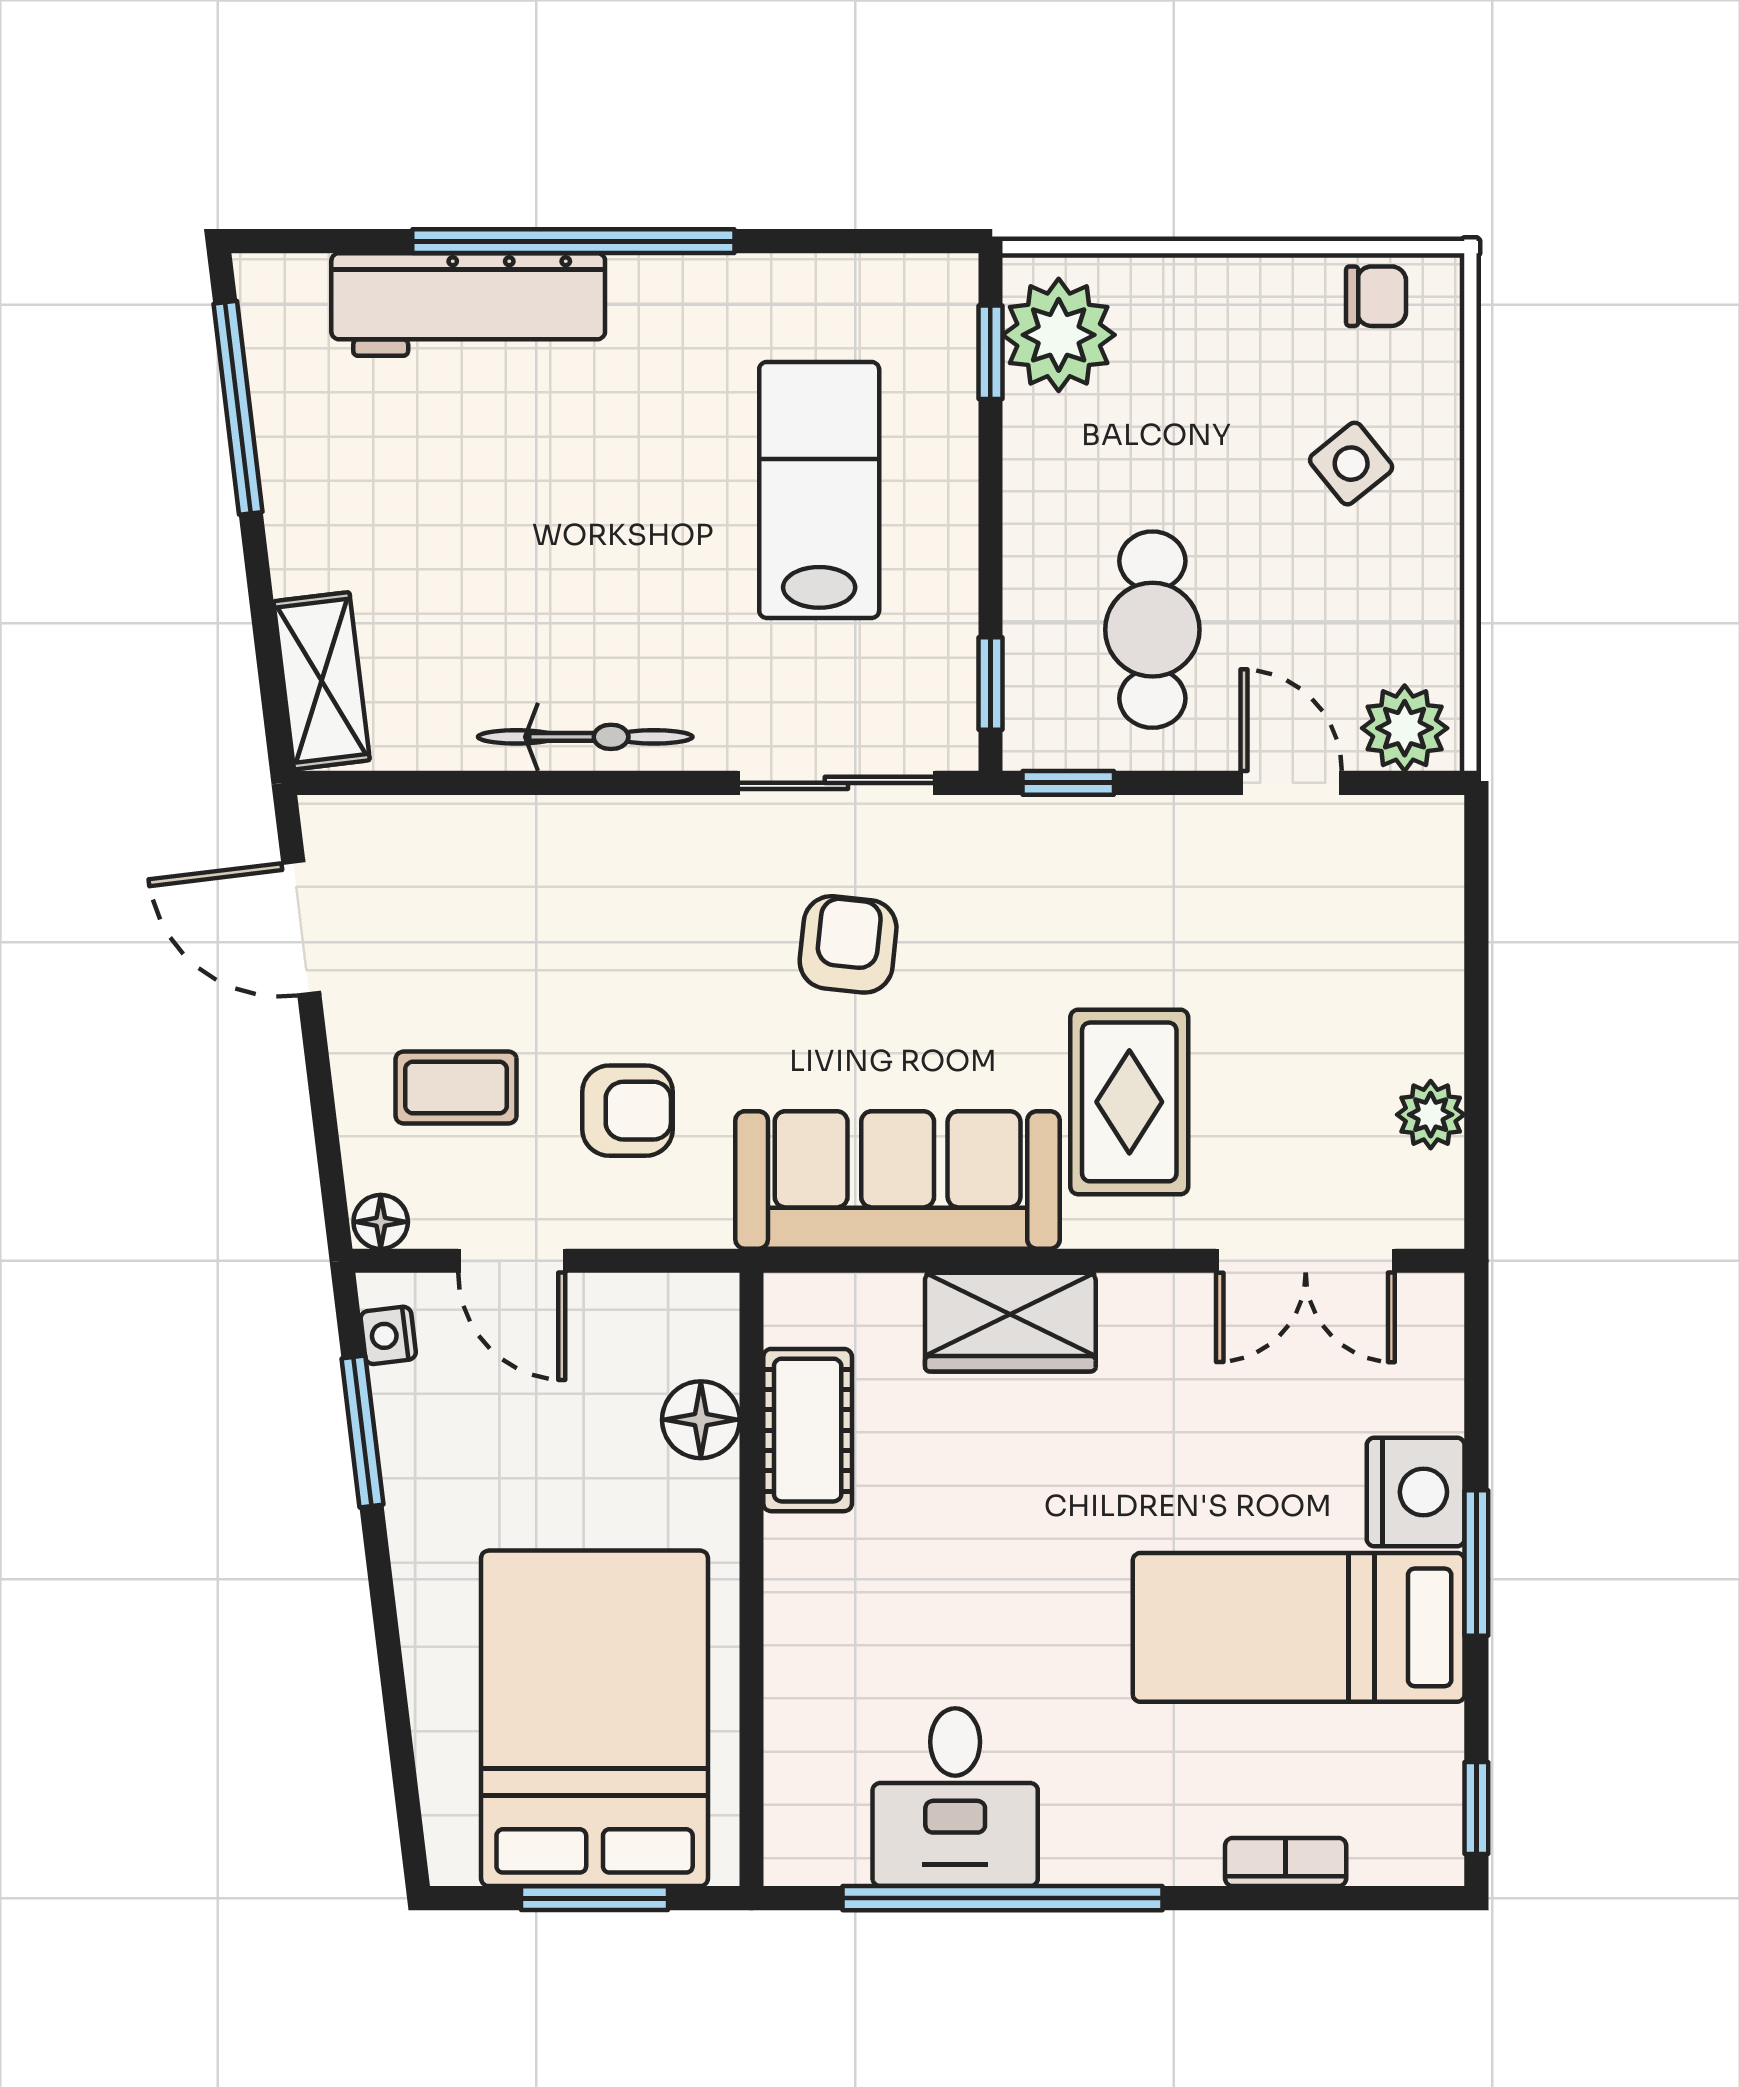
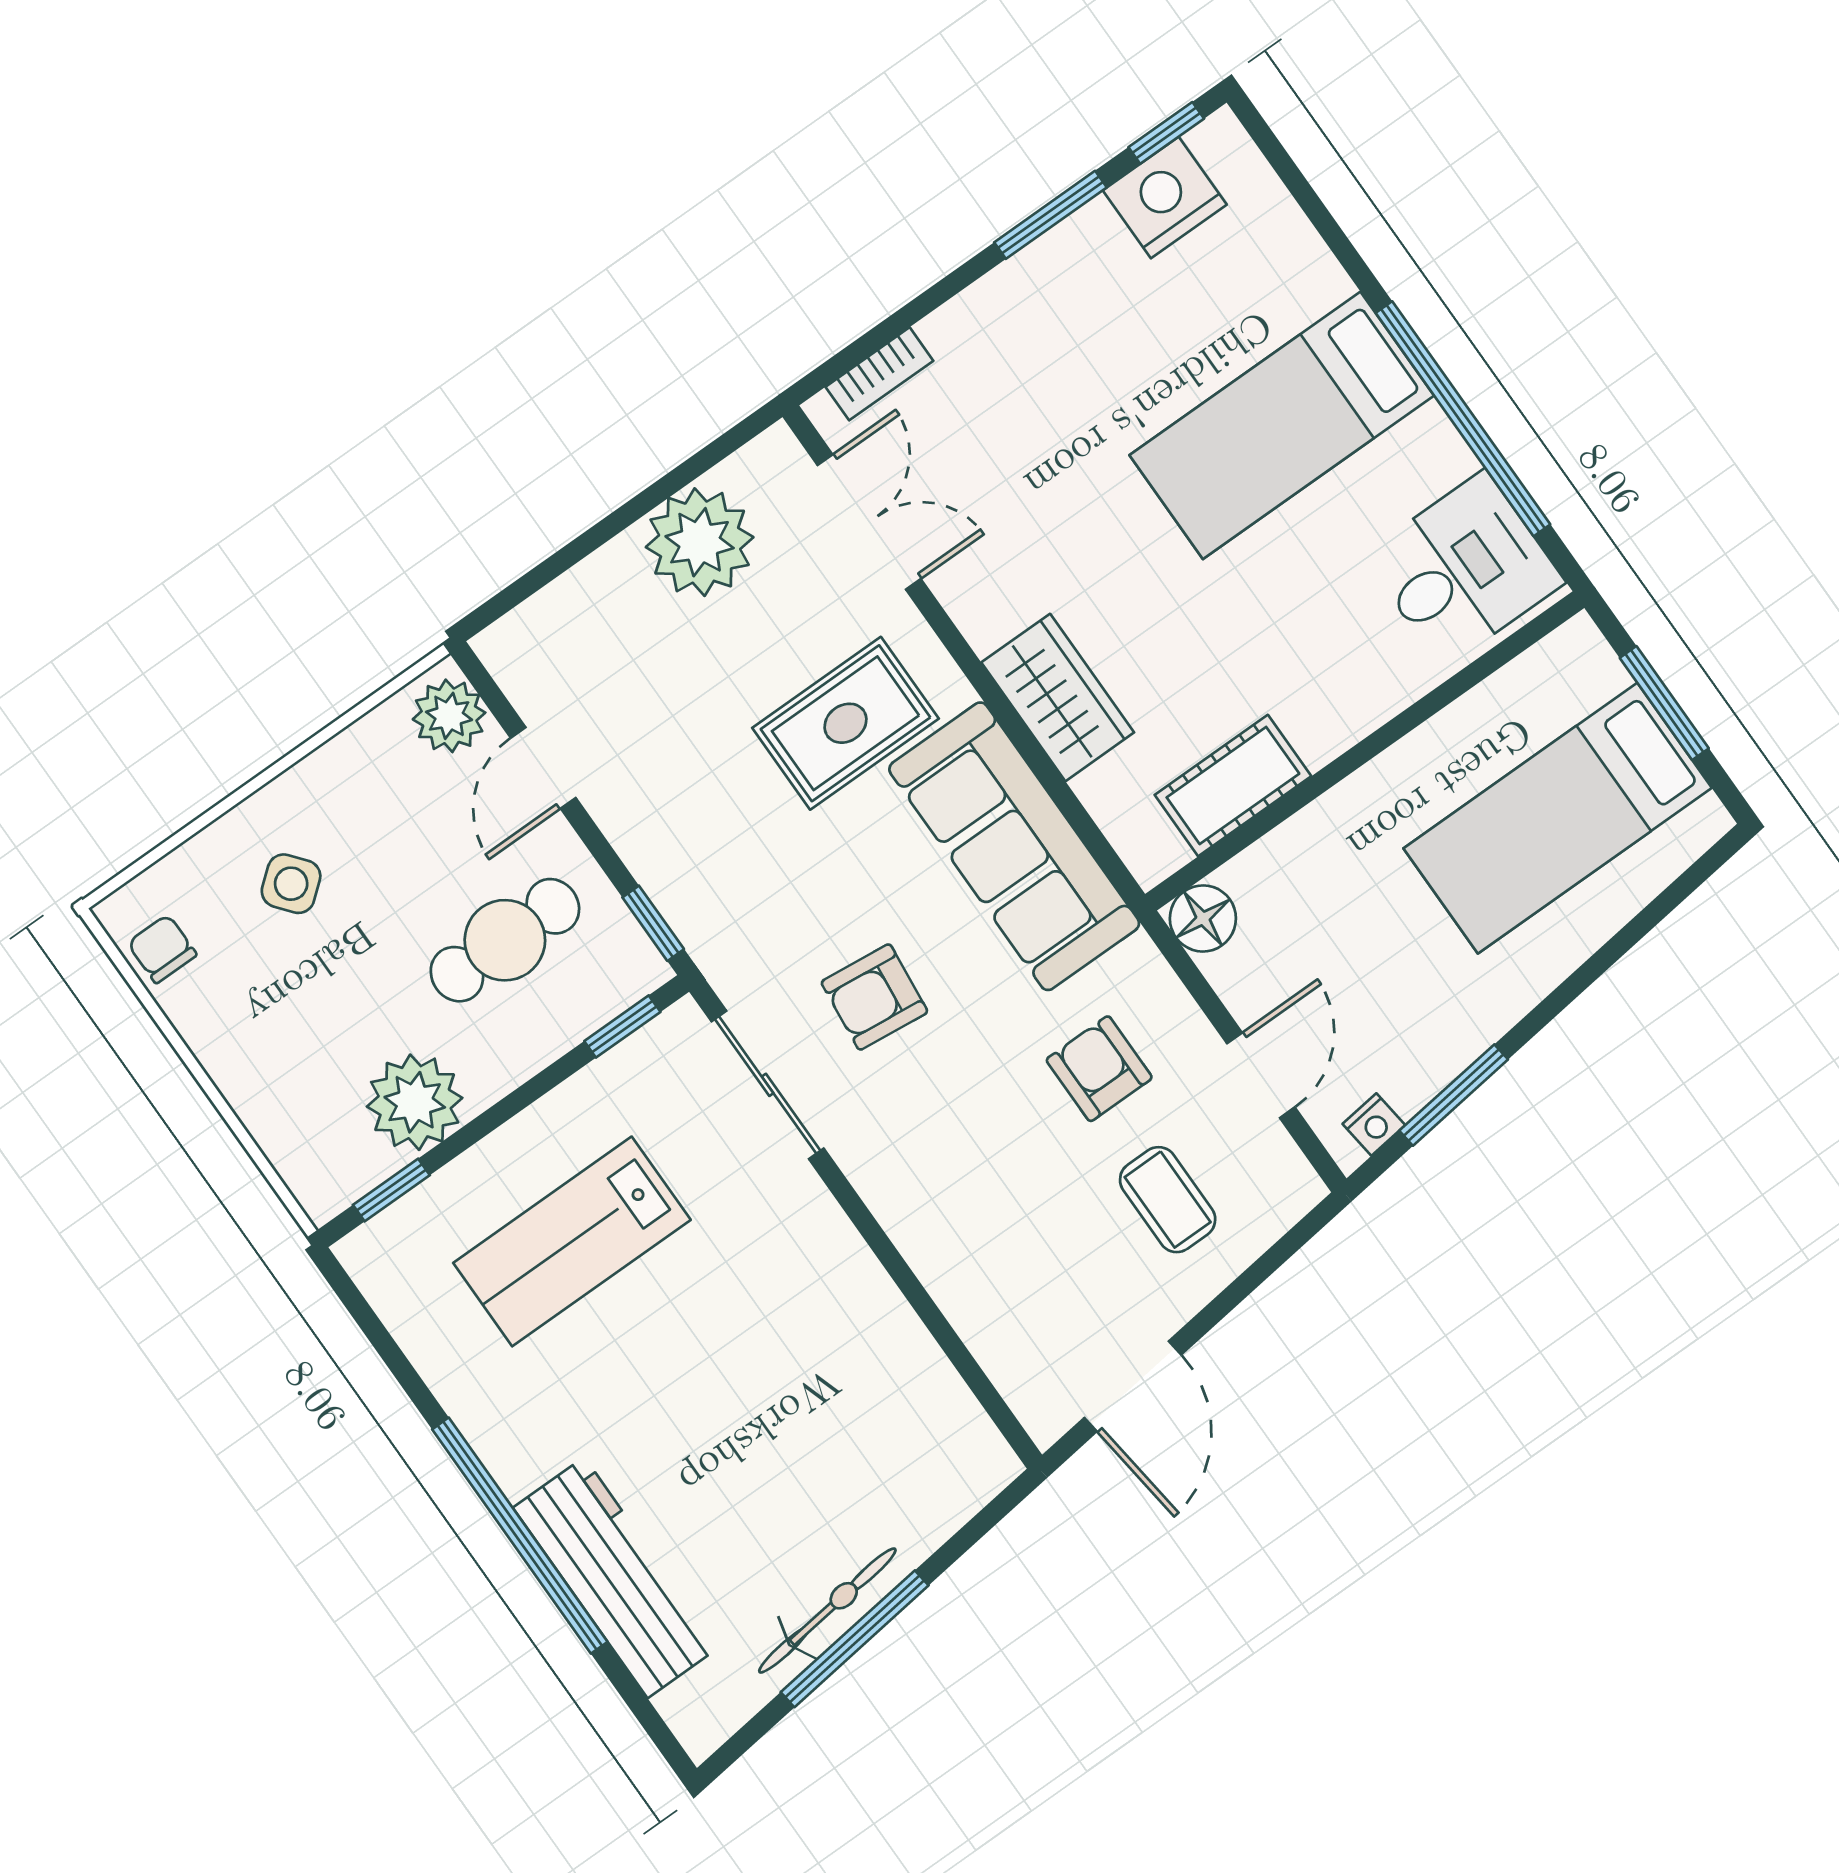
plant: (1059, 335) -> (415, 1102), moved
window: (238, 408) -> (855, 1639), moved
shelving: (322, 681) -> (950, 1494), removed
bicycle: (585, 737) -> (827, 1611), moved, turned 83
plant: (1431, 1115) -> (700, 542), width x1.88, depth x1.88
floor lamp: (381, 1222) -> (1298, 1186), removed
floor lamp: (701, 1420) -> (1203, 918), moved
nightstand: (1416, 1492) -> (1165, 198), moved
window: (1476, 1563) -> (1051, 215), moved
bed: (1299, 1627) -> (1282, 425), moved, turned 90
bed: (595, 1718) -> (1558, 818), width x0.67
desk: (955, 1797) -> (1464, 569), moved
bookcase: (1286, 1862) -> (879, 374), moved, turned -90

